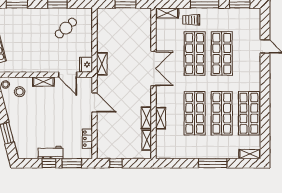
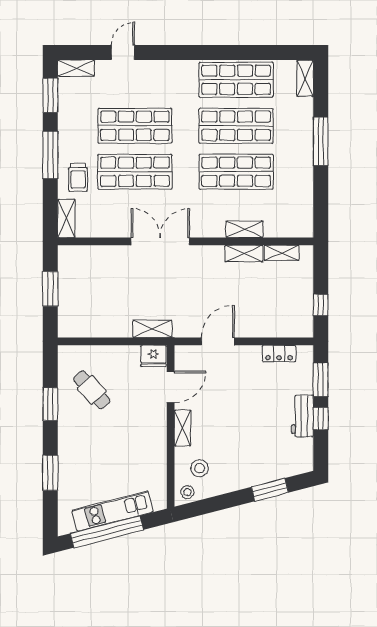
shelving: (256, 19) -> (76, 68), added

